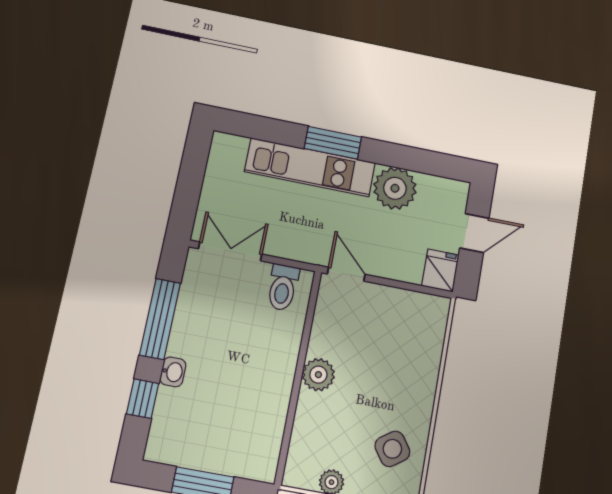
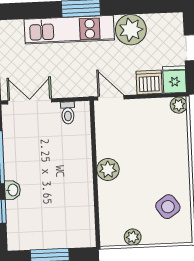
dishwasher: (404, 266) -> (149, 82), added
toilet: (283, 287) -> (68, 113), width x0.73, depth x0.72
plant: (439, 307) -> (179, 105), added

